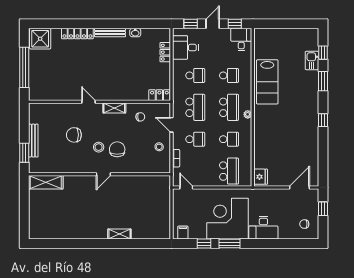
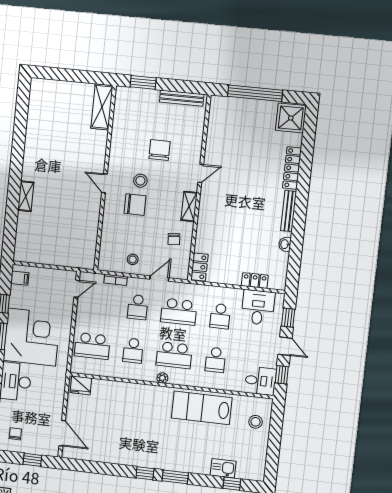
stool: (273, 40) -> (256, 422), added
window: (323, 81) -> (175, 477), moved
bench: (33, 141) -> (182, 98), moved

